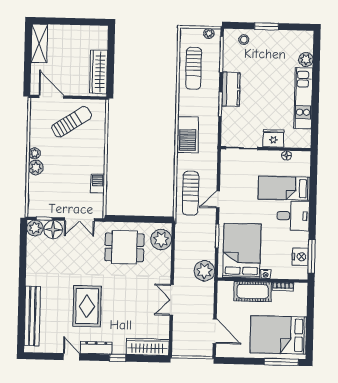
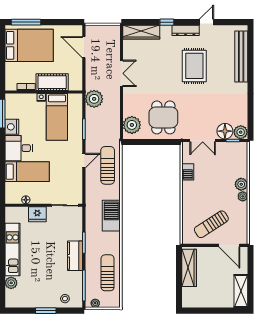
double door: (79, 219) -> (203, 140), swing flipped
dining table: (124, 247) -> (163, 117), turned 90
bed: (242, 251) -> (57, 117), width x0.67
nightstand: (300, 257) -> (12, 127), moved
door: (71, 357) -> (207, 22), swing flipped

